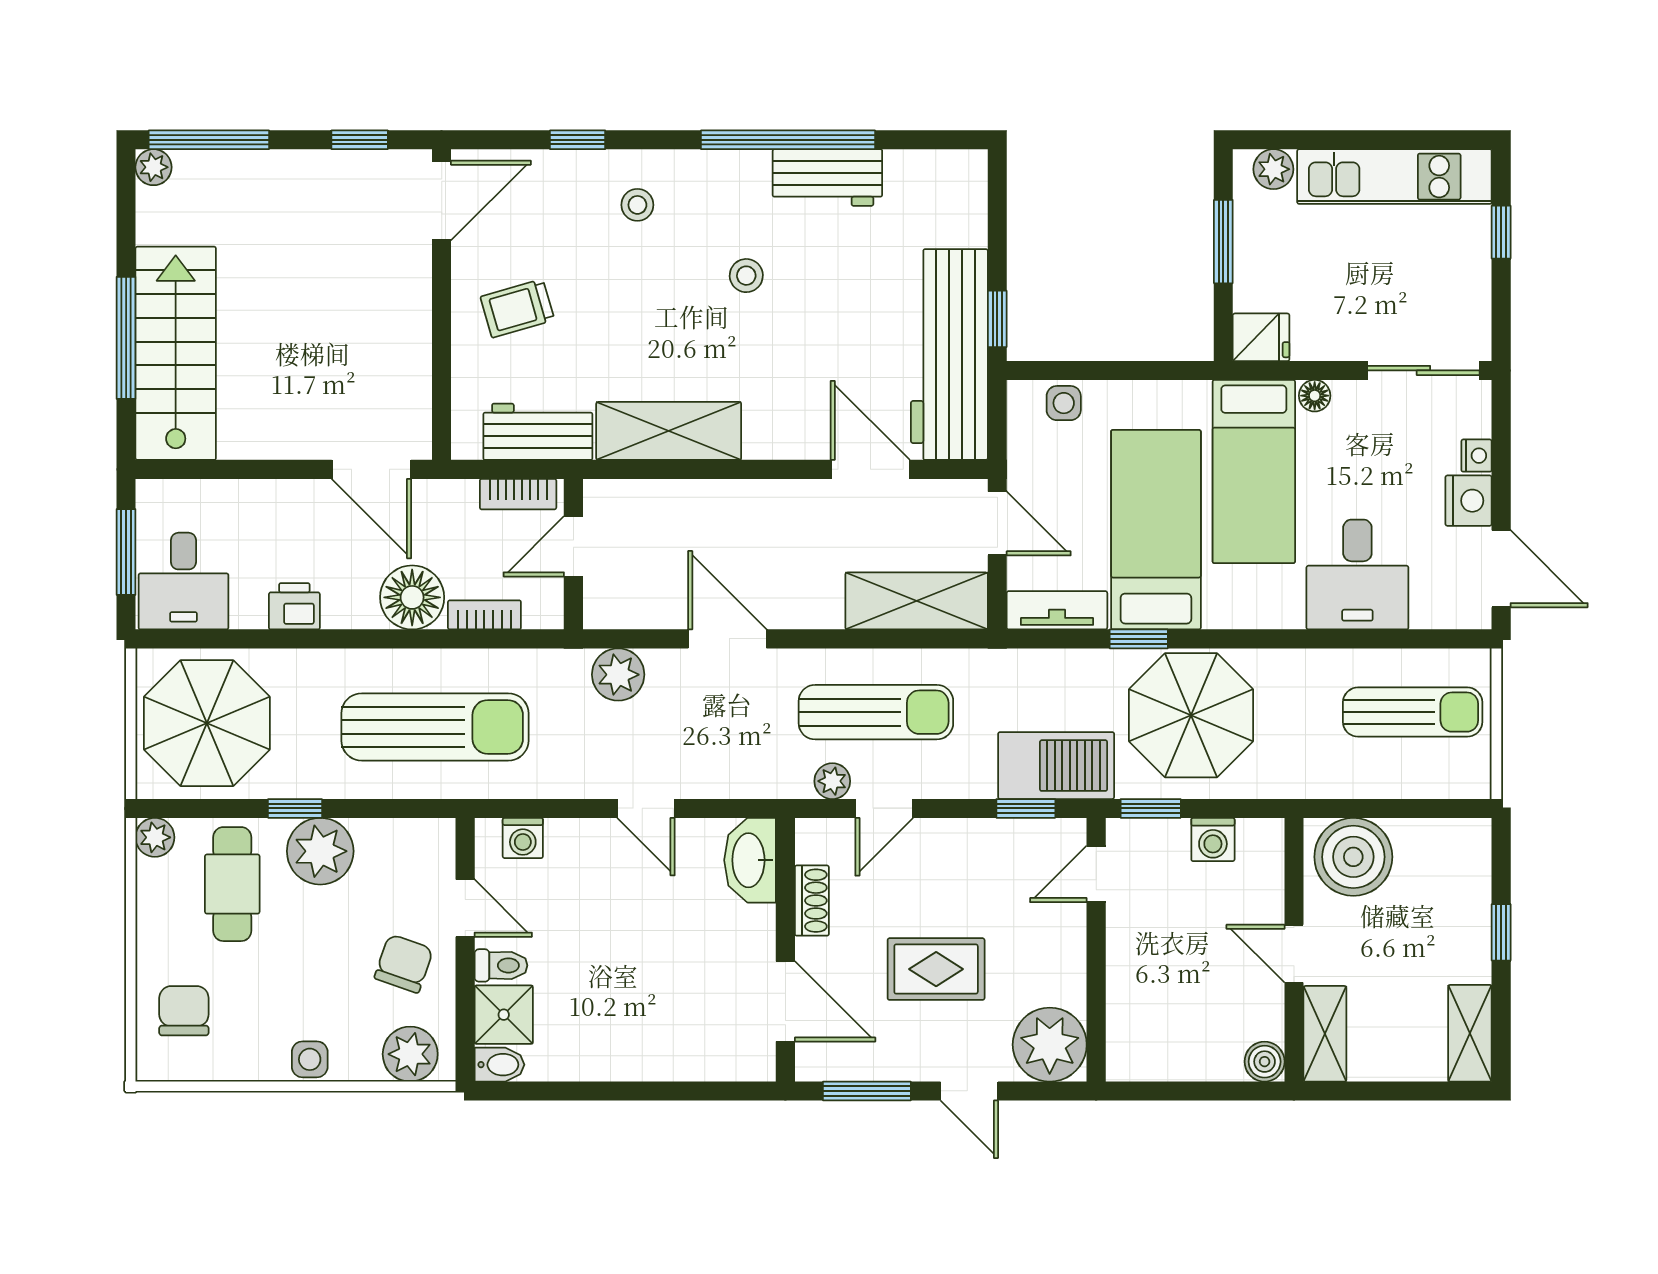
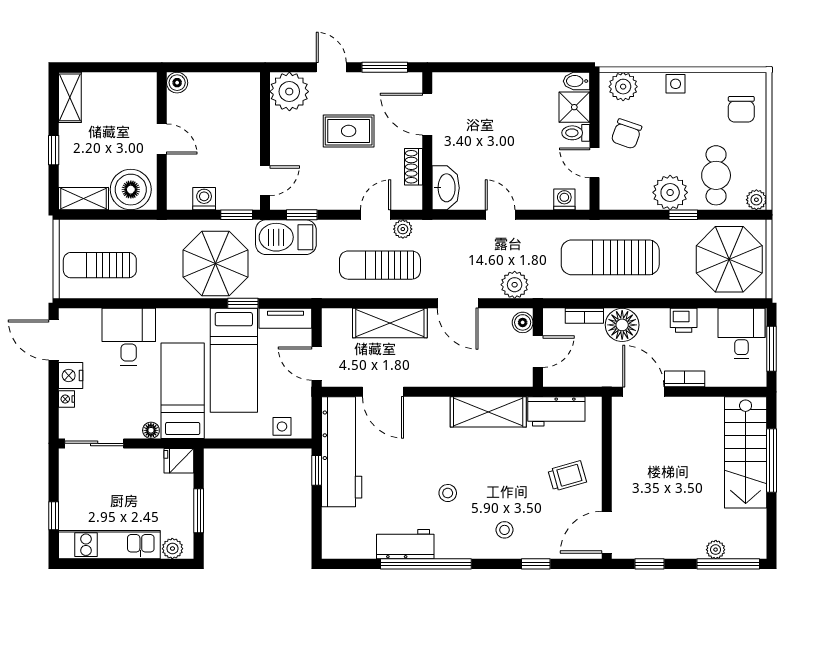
plant: (153, 167) -> (716, 550), moved
bookcase: (518, 494) -> (685, 379), moved
shelving: (917, 601) -> (390, 323), moved
boiler: (603, 602) -> (523, 322), added
shelving: (1325, 1034) -> (83, 199), moved, turned 90

